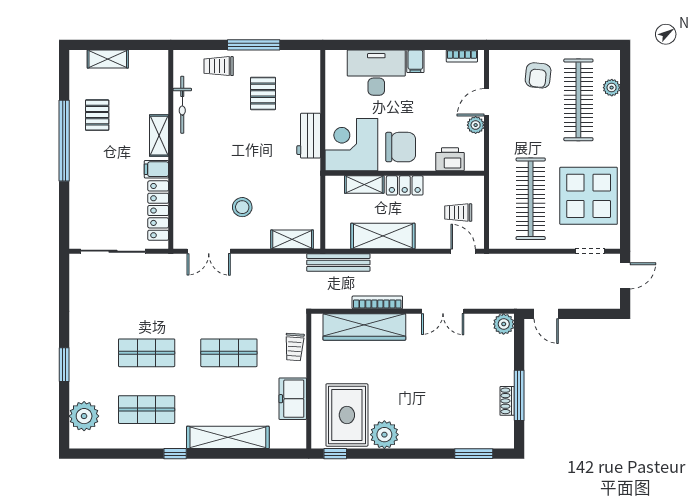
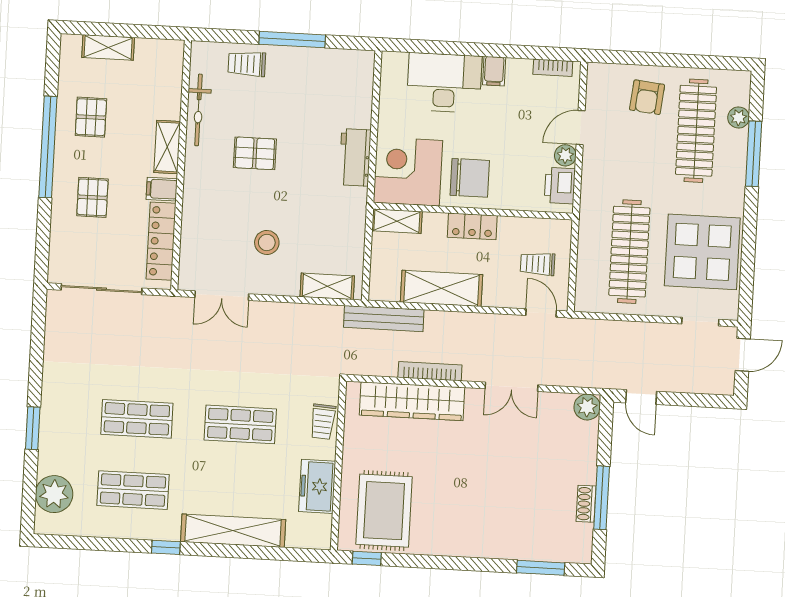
pallet: (263, 93) -> (255, 153), moved, turned 90
window: (625, 116) -> (754, 154), added
printer: (450, 159) -> (560, 186), moved, turned -90
pallet: (102, 179) -> (92, 197), added
shelving: (364, 185) -> (397, 221), moved
plant: (384, 435) -> (430, 538), removed

